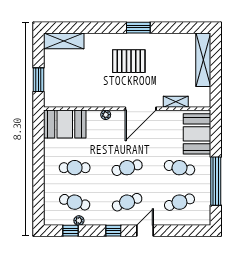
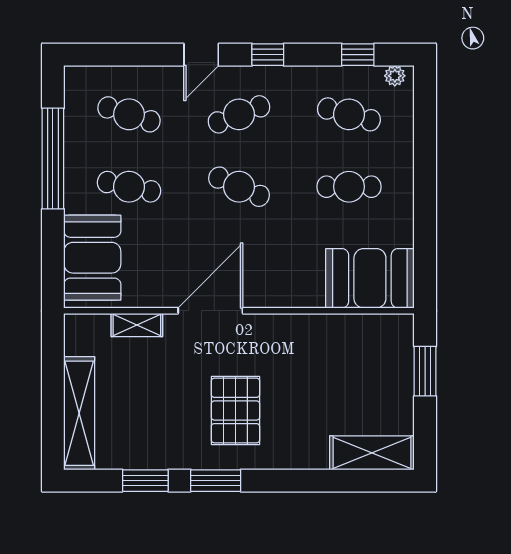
window: (172, 28) -> (145, 481), added
pallet: (129, 61) -> (235, 410), turned 90
plant: (106, 115) -> (284, 298), removed
cafe table: (127, 168) -> (239, 187), turned 39
cafe table: (179, 202) -> (129, 114), turned 36
plant: (79, 221) -> (395, 76), moved

